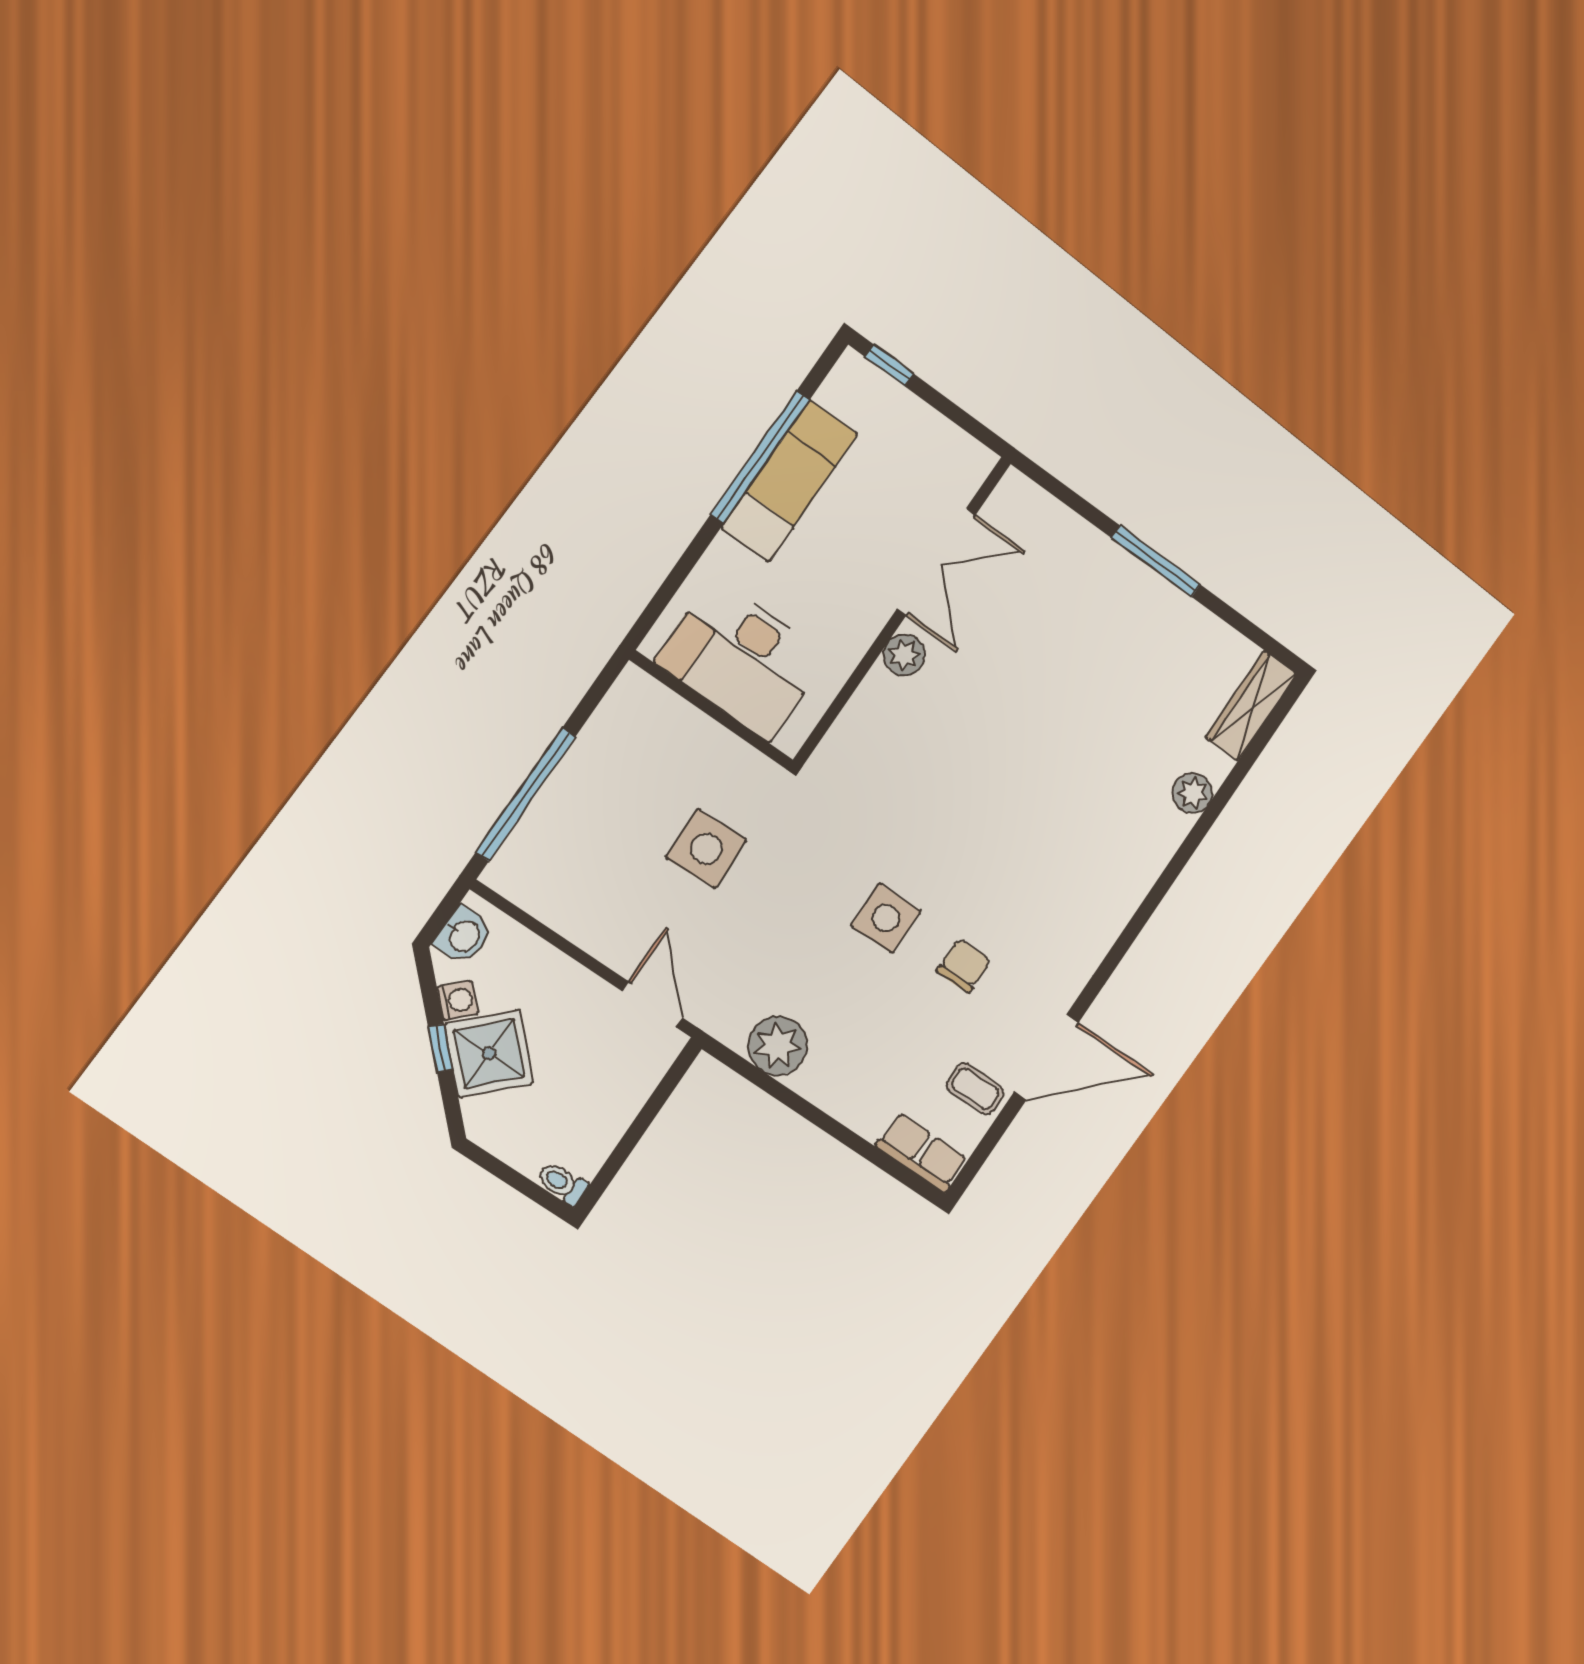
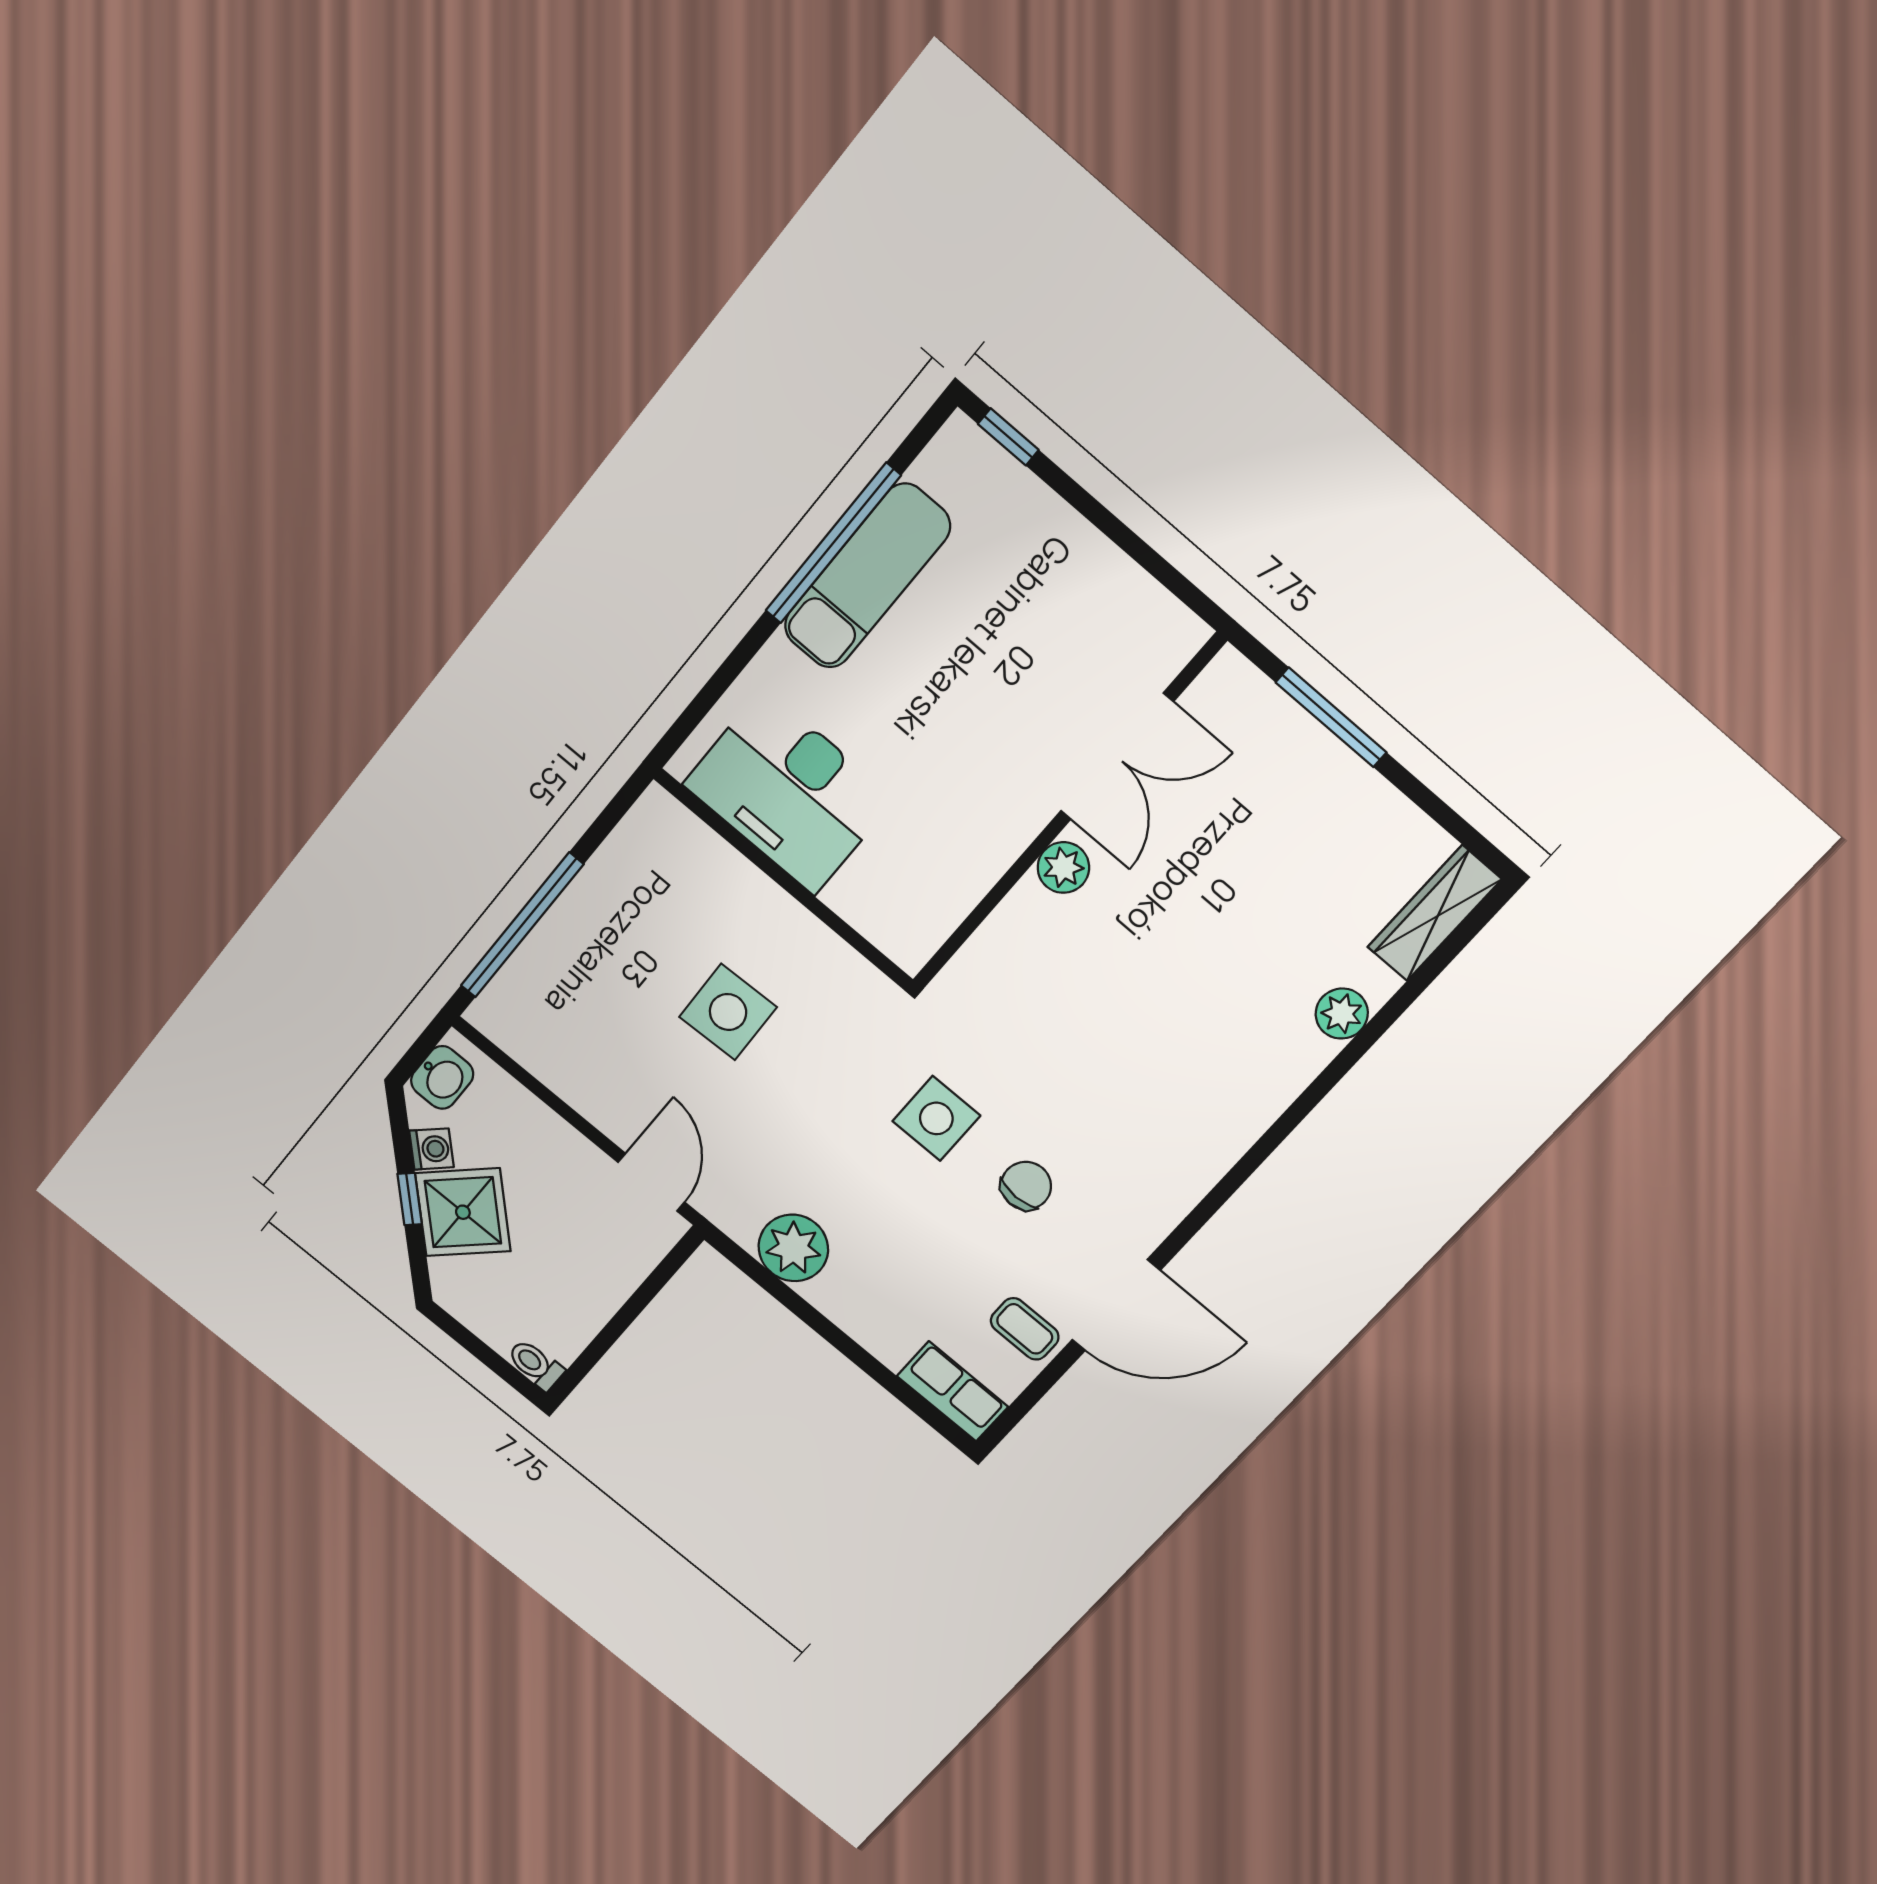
double door: (936, 562) -> (1117, 757), moved
wall: (902, 611) -> (1067, 814), moved
plant: (904, 655) -> (1063, 868), moved

